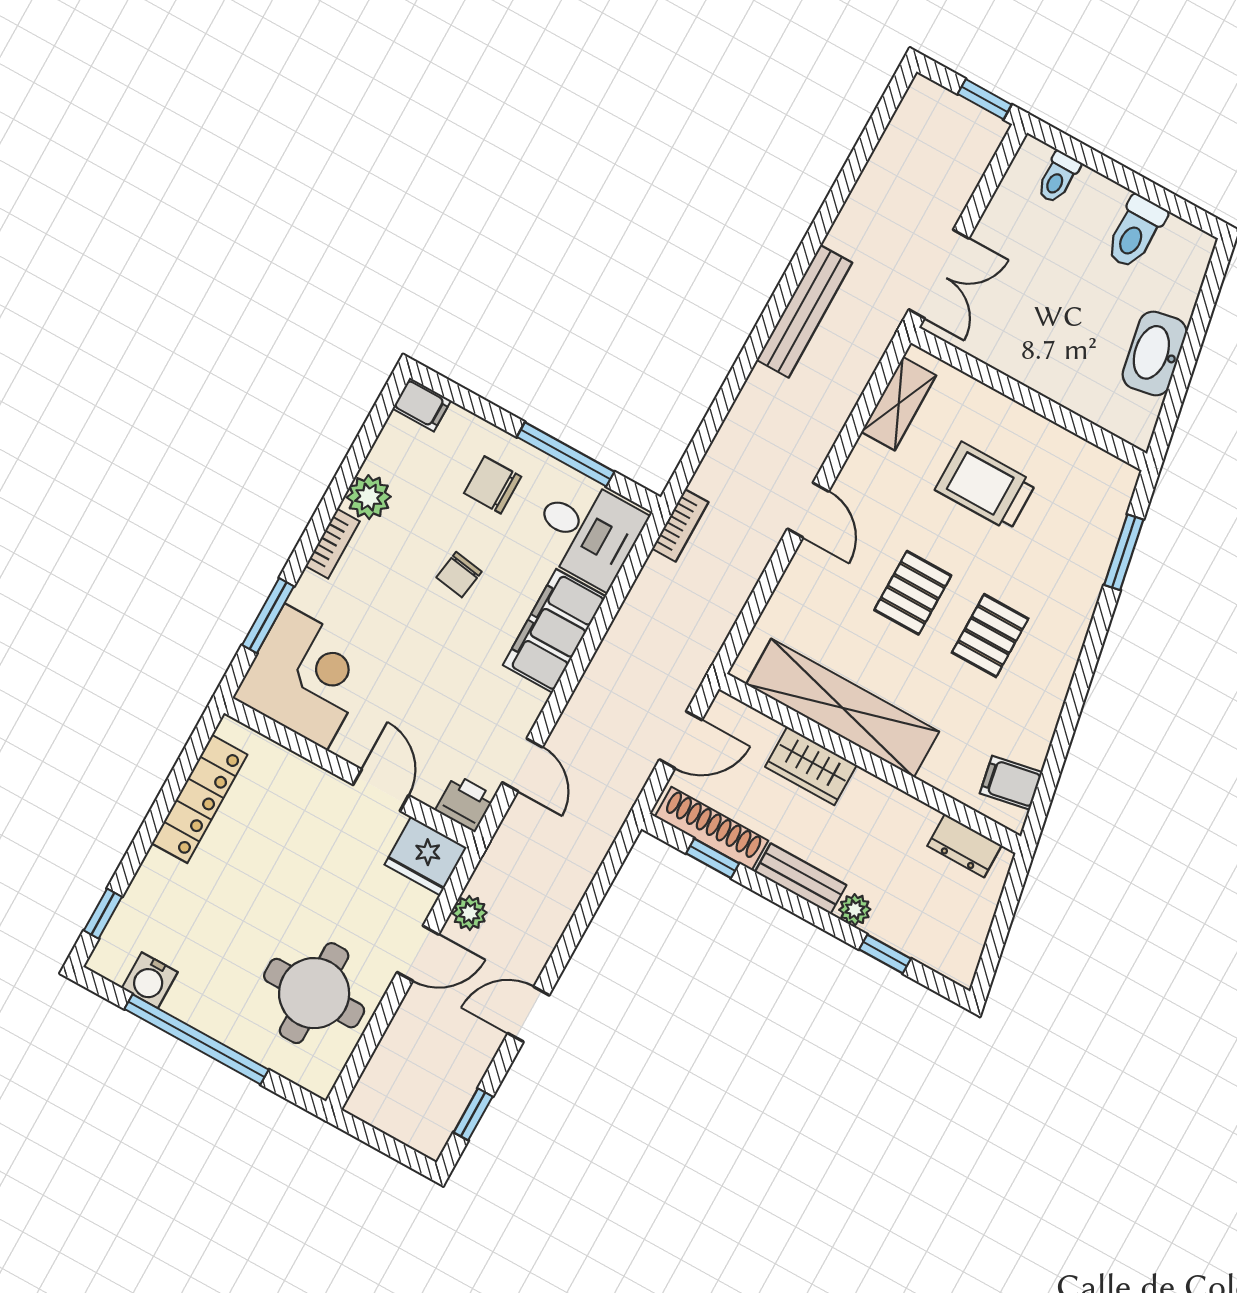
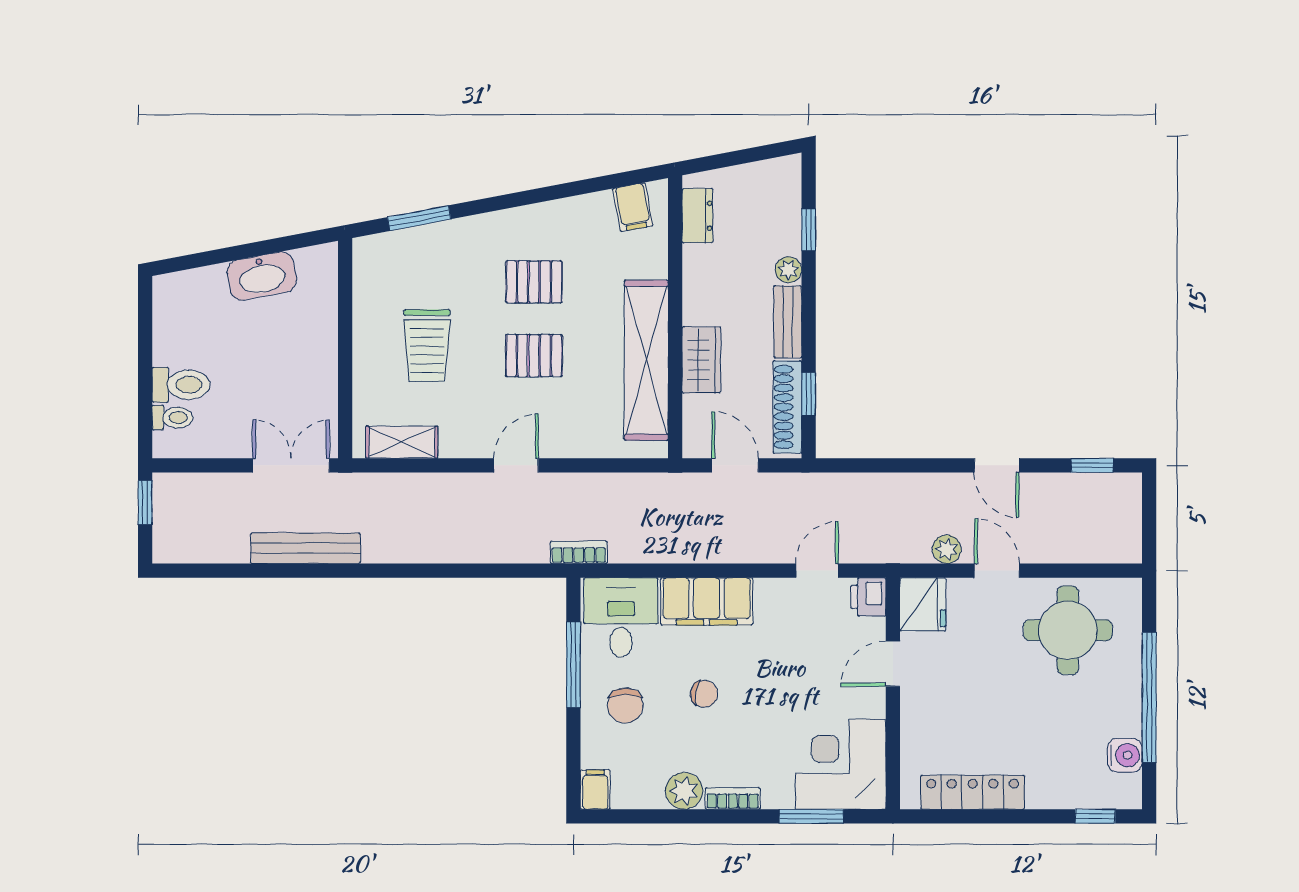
toilet: (1135, 232) -> (181, 385), moved
bench: (804, 311) -> (305, 548), moved

